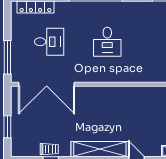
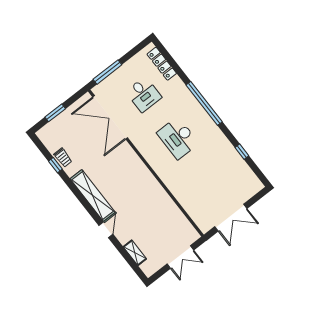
desk: (107, 42) -> (178, 138), width x1.37

